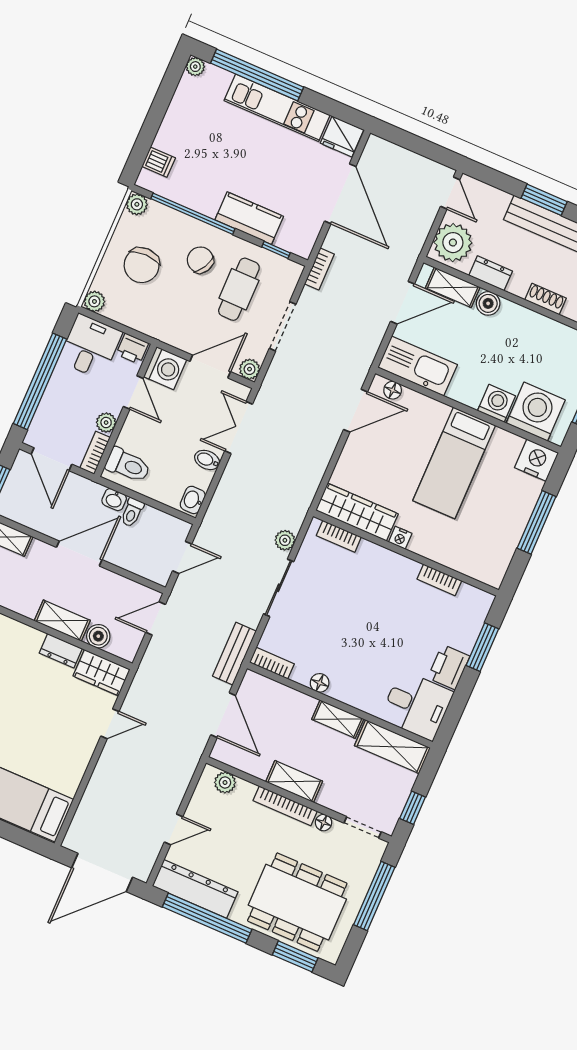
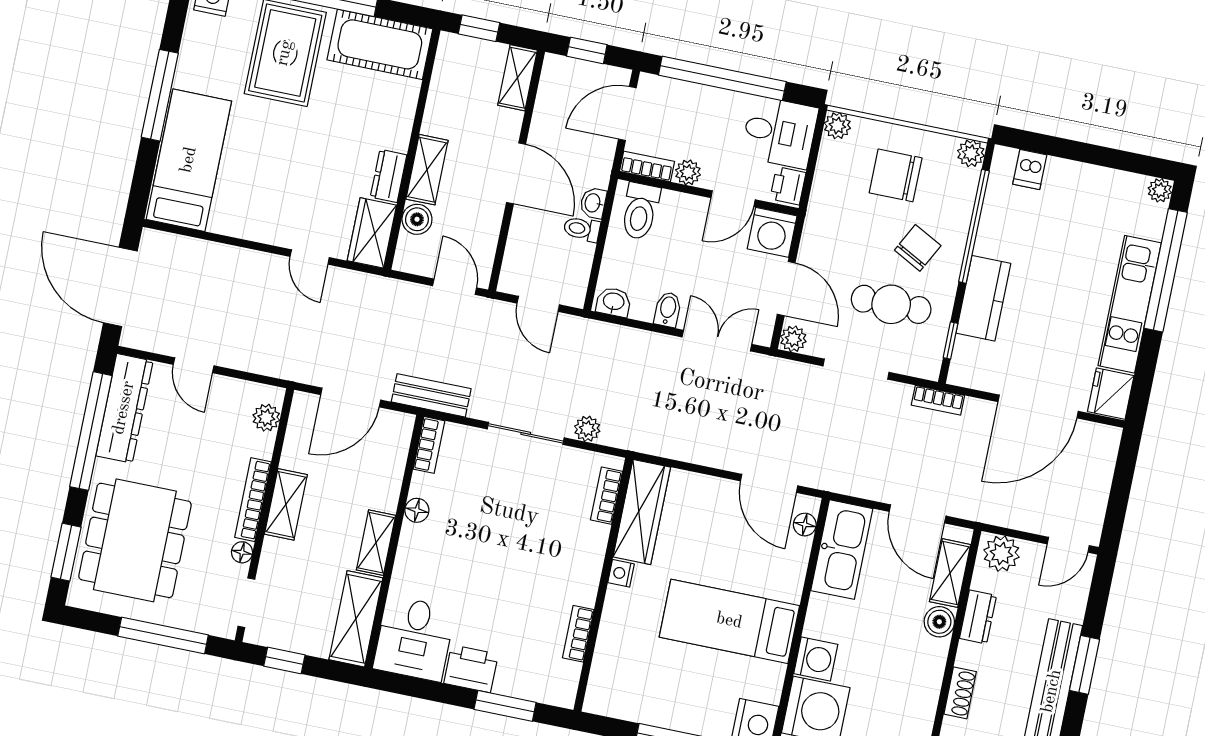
plant: (453, 243) -> (1001, 554), width x0.73, depth x0.73

